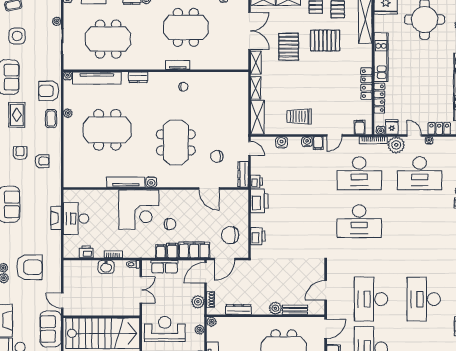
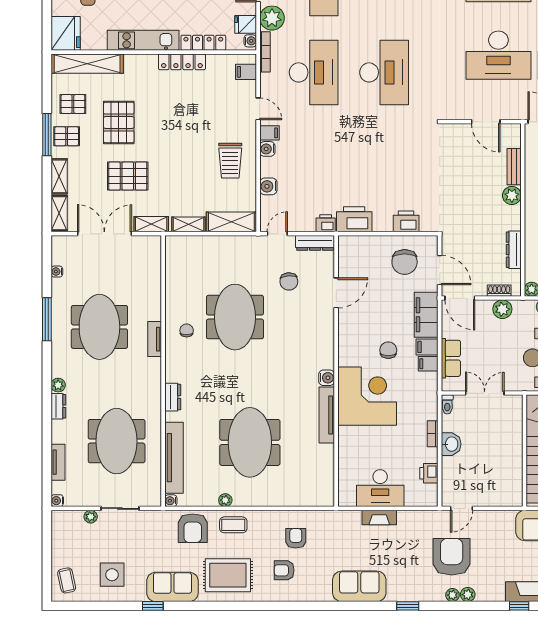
rug: (17, 115) -> (228, 575), width x1.36, depth x1.43
meeting table: (176, 142) -> (235, 317), moved, turned 90
door: (62, 301) -> (462, 508), moved

